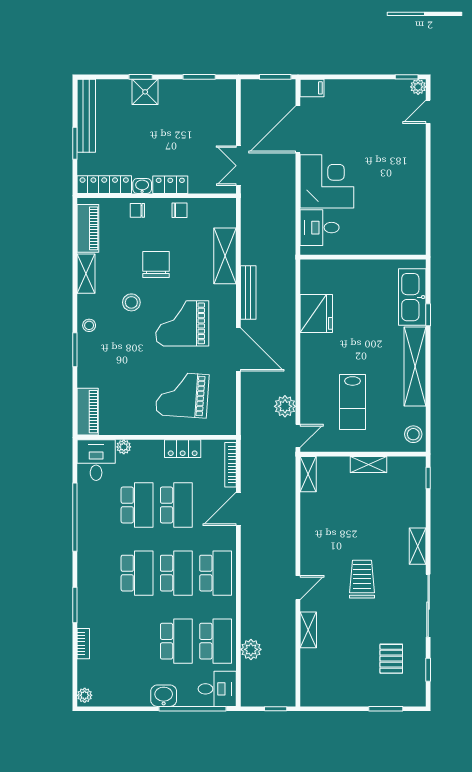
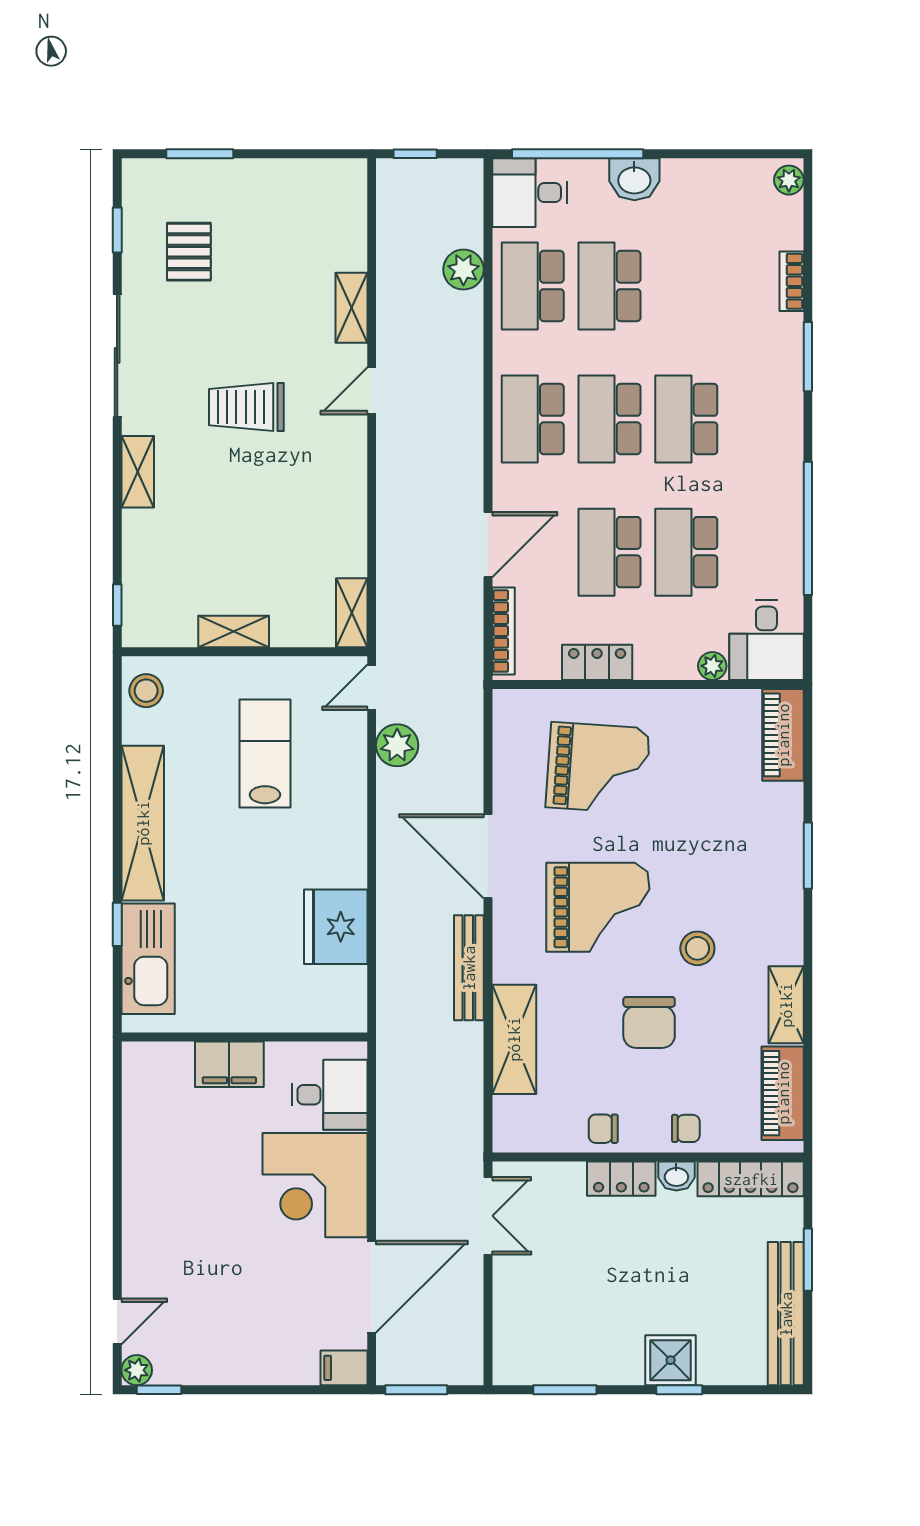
filing cabinet: (371, 243) -> (229, 1064), added
stool: (89, 325) -> (780, 903), removed
trolley: (362, 579) -> (246, 407), turned 90

